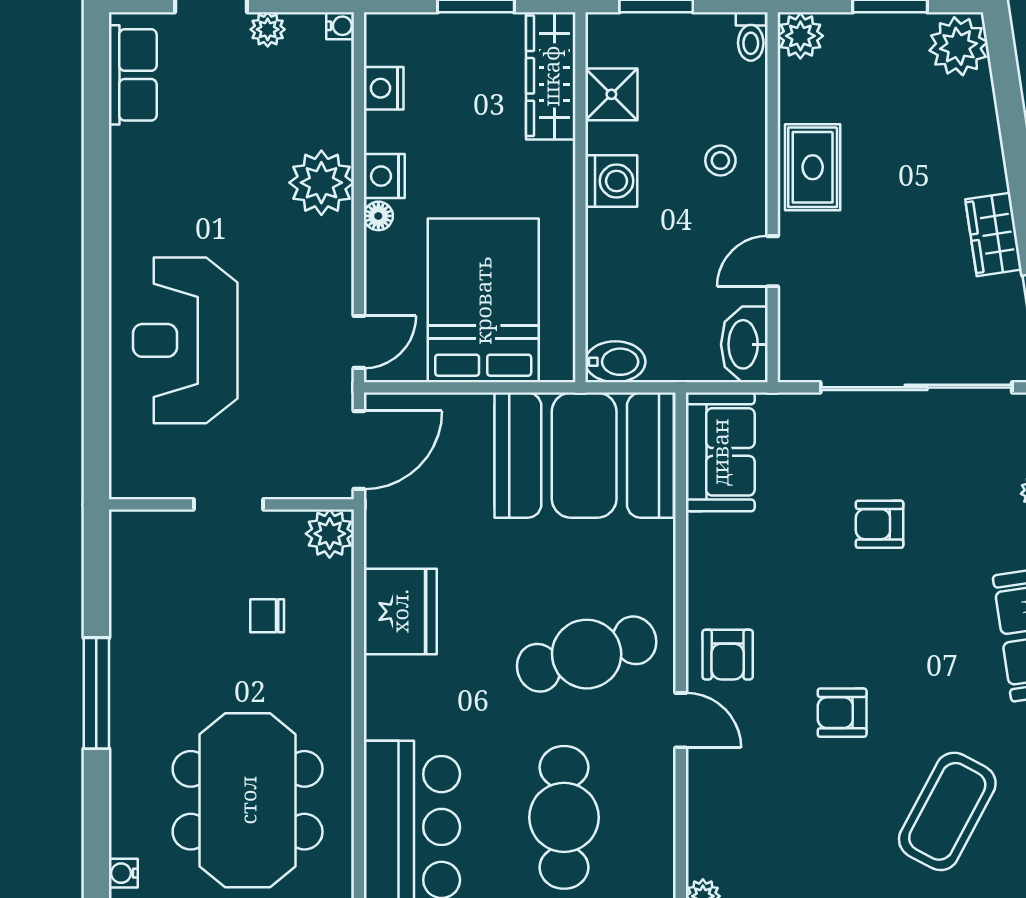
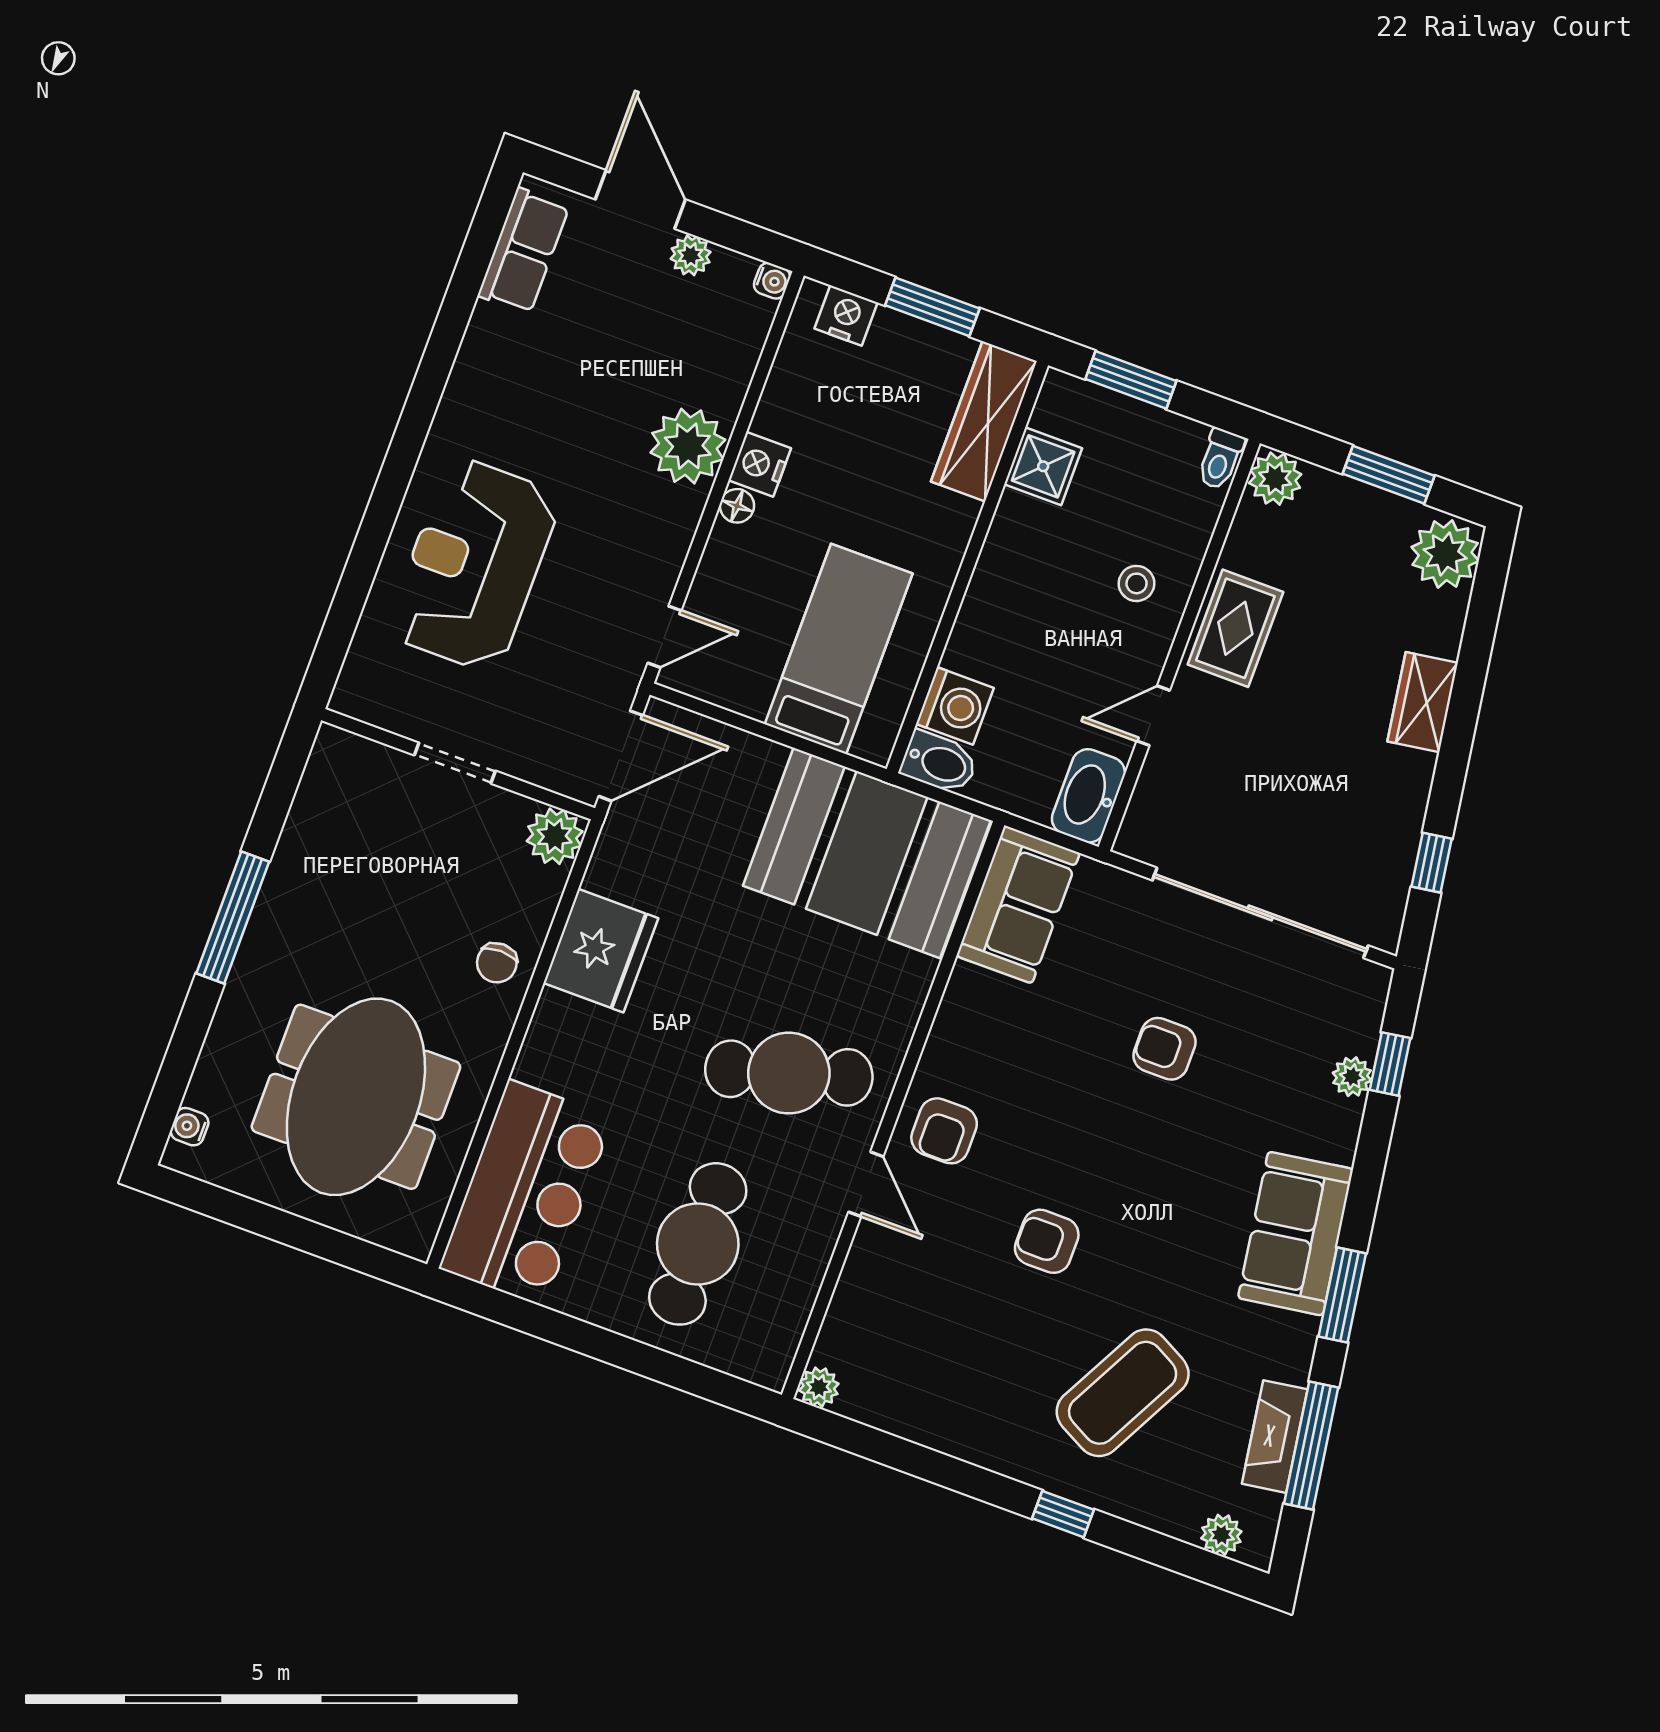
nightstand: (384, 88) -> (846, 316), moved, turned 90
washing machine: (611, 181) -> (955, 706), moved
wardrobe: (993, 234) -> (1423, 702), moved
bed: (483, 300) -> (839, 649), width x0.67
chair: (267, 616) -> (497, 963), moved, turned -90

